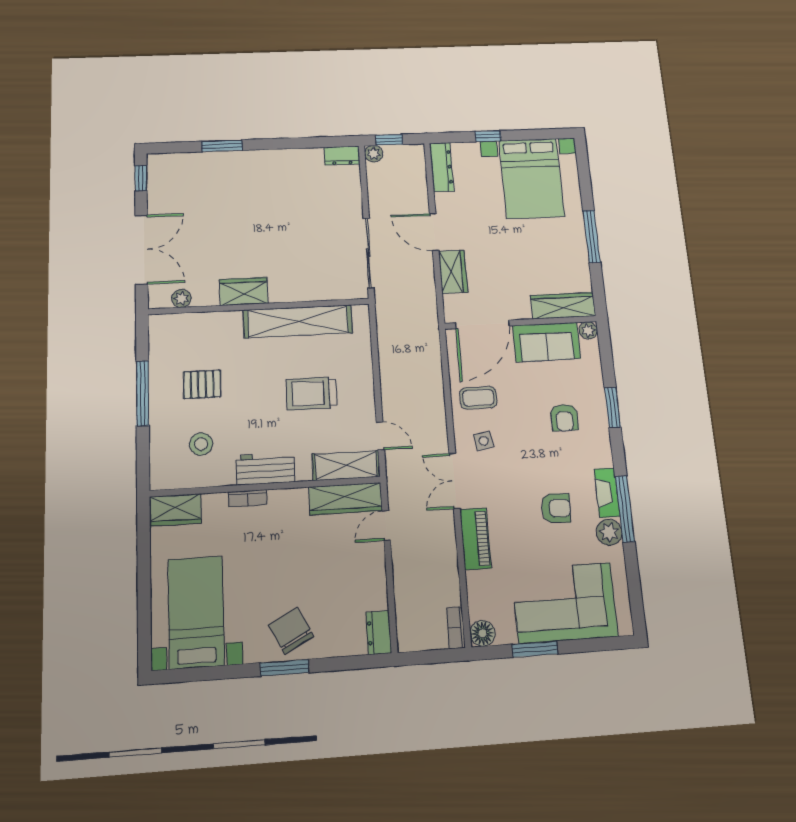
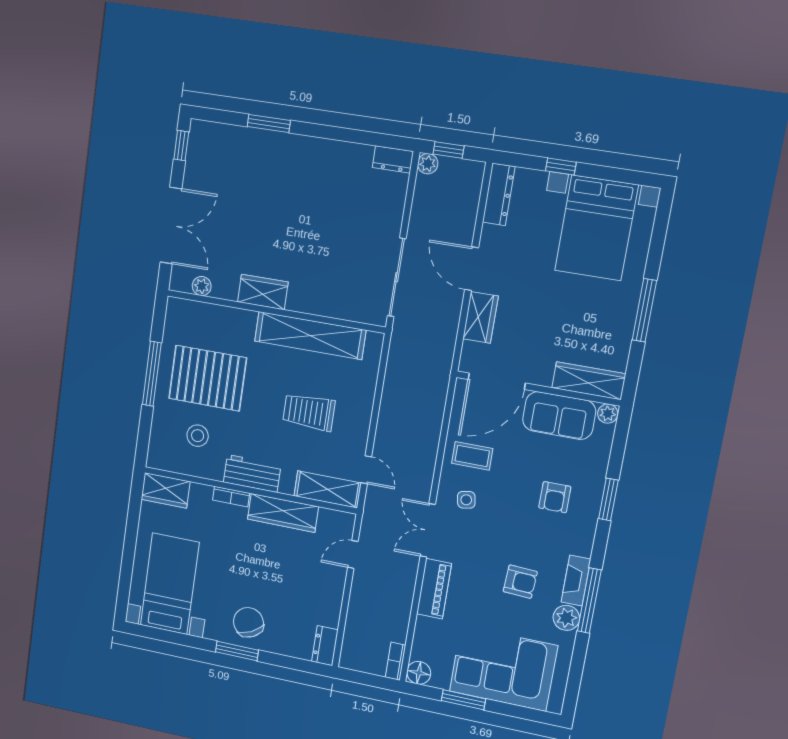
pallet: (202, 384) -> (208, 378), width x2.05, depth x2.00
wardrobe: (345, 499) -> (283, 513), moved

